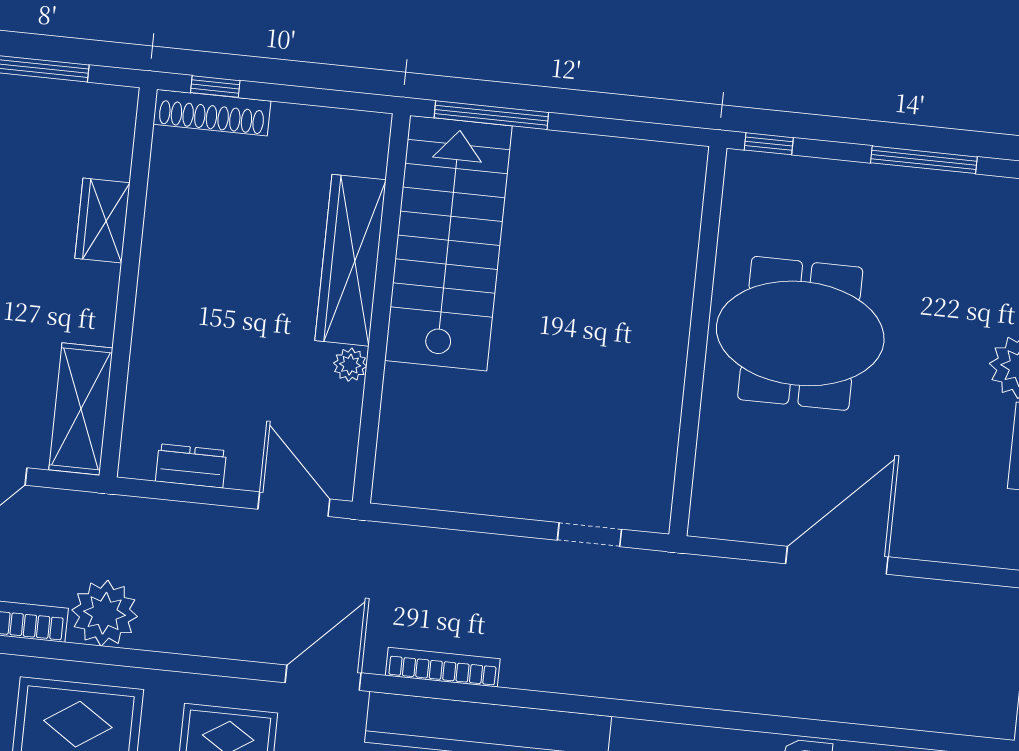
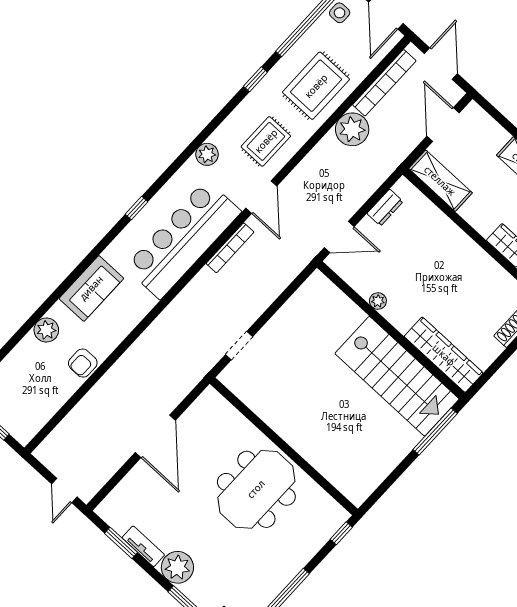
wardrobe: (351, 260) -> (444, 355), moved

